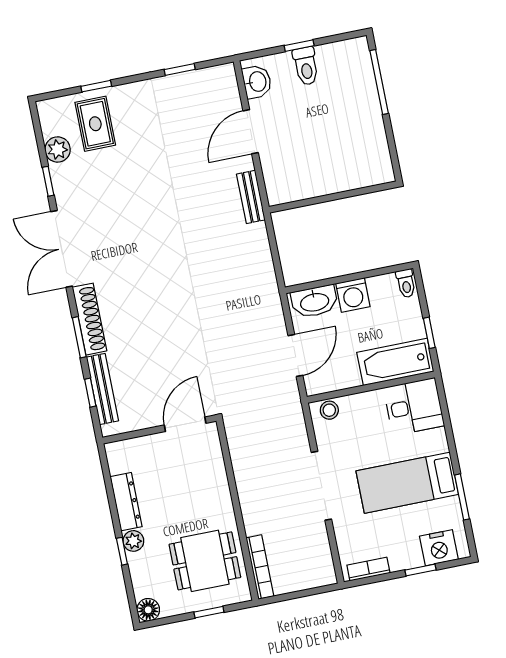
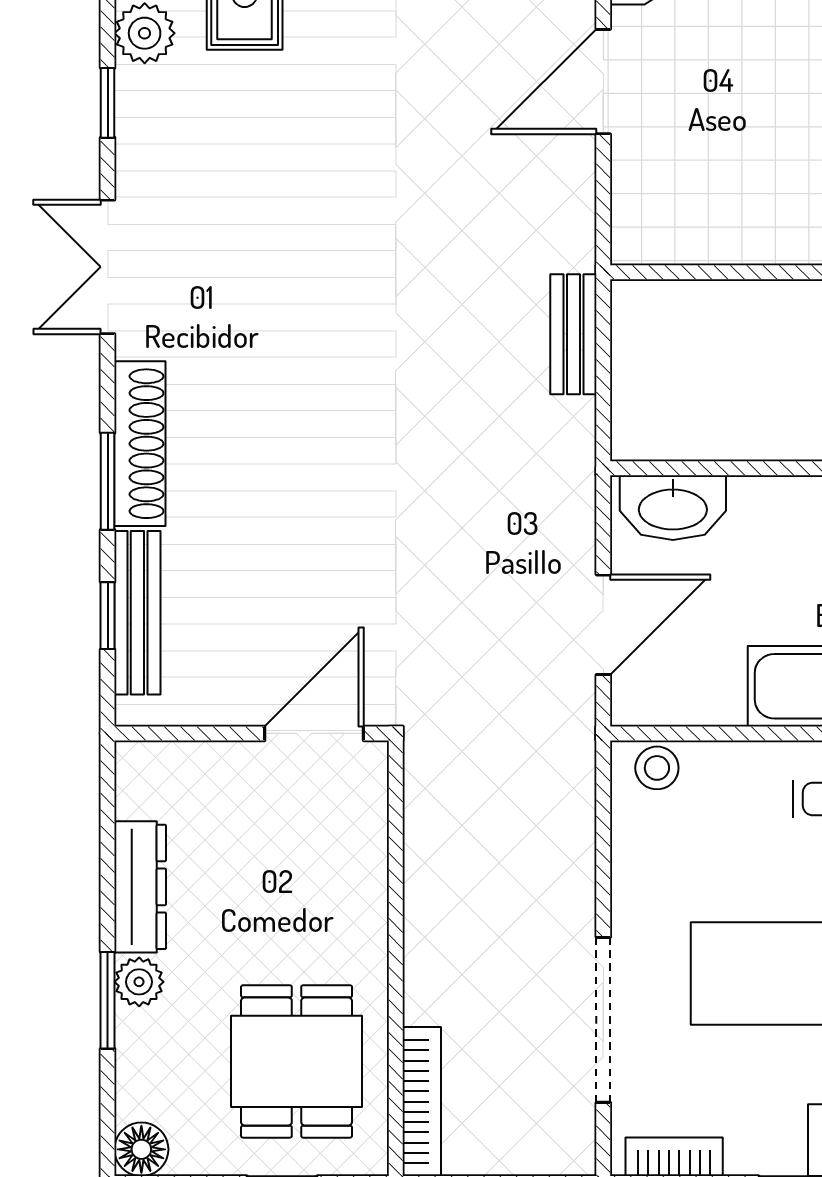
bench: (251, 197) -> (573, 334), moved
double door: (62, 249) -> (108, 267), width x0.73
washing machine: (353, 295) -> (766, 510), removed
doorway: (321, 486) -> (603, 1020), moved
window: (122, 551) -> (108, 1000), width x1.50
dining table: (205, 561) -> (297, 1061), turned 90

